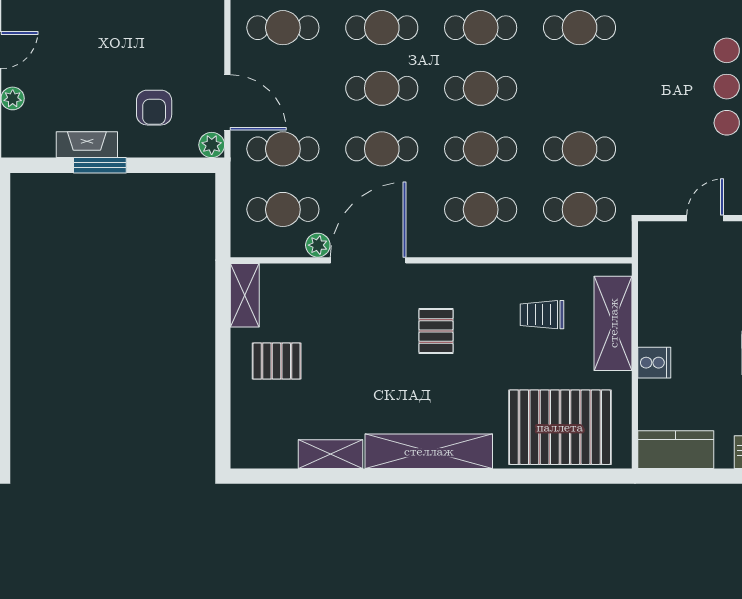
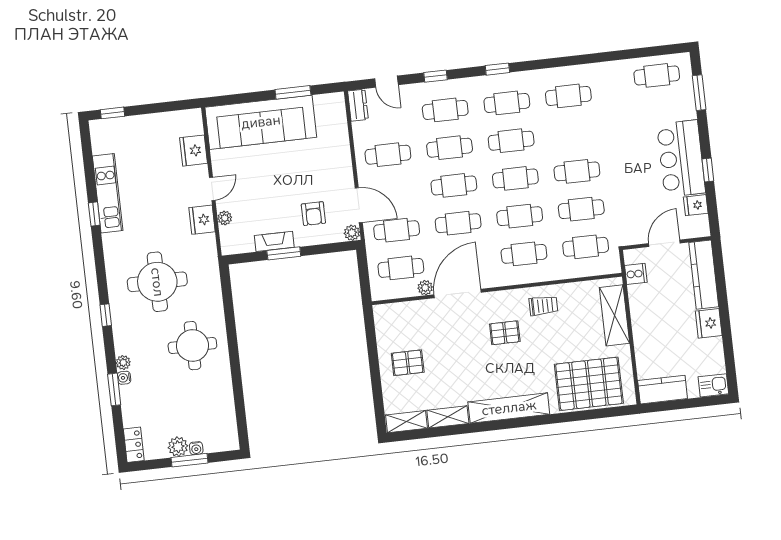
cafe table: (580, 28) -> (577, 171), moved
door: (705, 218) -> (664, 243), width x1.38
shelving: (245, 295) -> (407, 422), moved, turned 90
trolley: (542, 315) -> (543, 306), moved, turned 180
pallet: (436, 331) -> (505, 333), turned 90
cooker: (654, 363) -> (636, 274), moved

